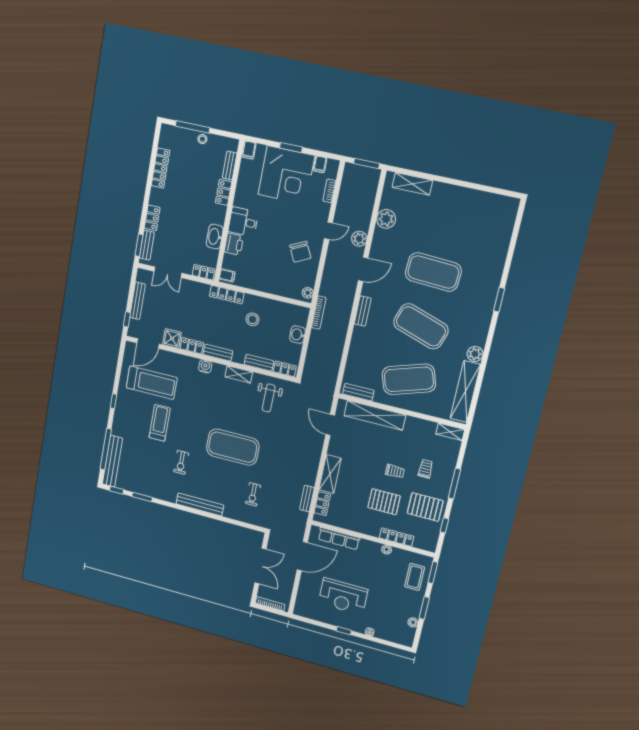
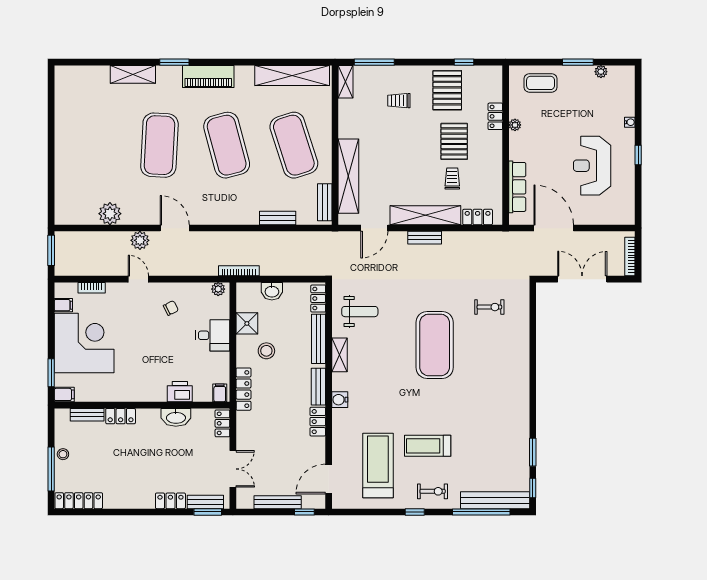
window: (291, 148) -> (51, 373), moved
locker: (160, 168) -> (79, 501), moved
shelving: (412, 184) -> (133, 74), moved, turned 90
desk: (243, 222) -> (213, 335), moved, turned -90
chair: (300, 252) -> (171, 308), width x0.54, depth x0.54
bench: (363, 311) -> (278, 218), moved
piano: (481, 325) -> (208, 76), added
exercise mat: (421, 326) -> (227, 145), turned -33
shower: (172, 338) -> (247, 323), moved
door: (148, 343) -> (329, 479), swing flipped
plant: (475, 354) -> (244, 75), removed
bench: (259, 363) -> (318, 339), width x1.36
exercise bike: (181, 462) -> (433, 491), moved
trolley: (395, 471) -> (452, 179), moved
shelving: (330, 474) -> (425, 215), width x1.47
window: (454, 484) -> (374, 62), moved
bench: (307, 498) -> (425, 238), moved
bench: (200, 504) -> (522, 374), removed
locker: (396, 537) -> (495, 116), width x0.66
window: (433, 573) -> (528, 62), removed
reception desk: (343, 596) -> (592, 166), turned 180

